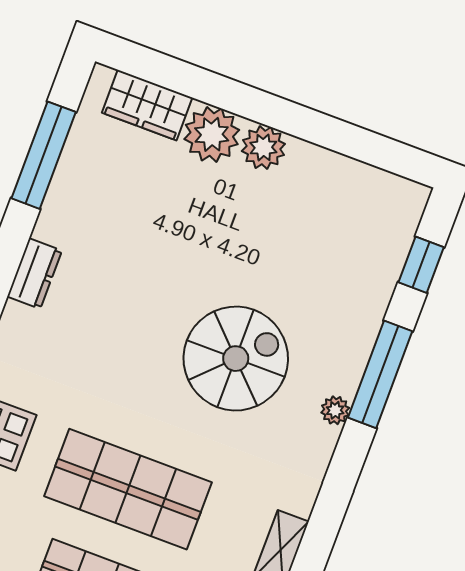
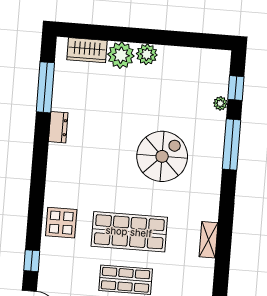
dresser: (35, 274) -> (58, 127), moved
plant: (335, 410) -> (220, 103), moved

